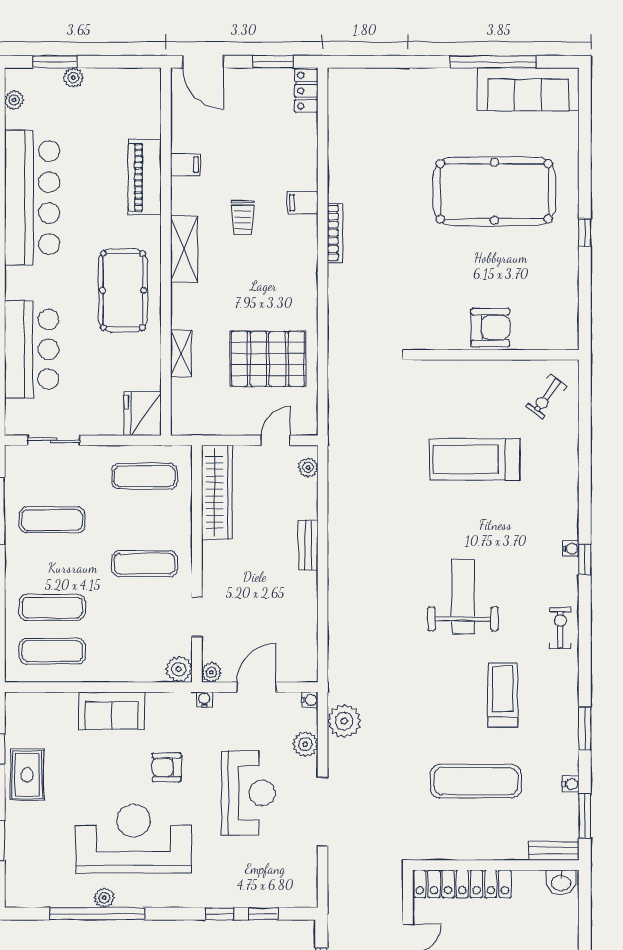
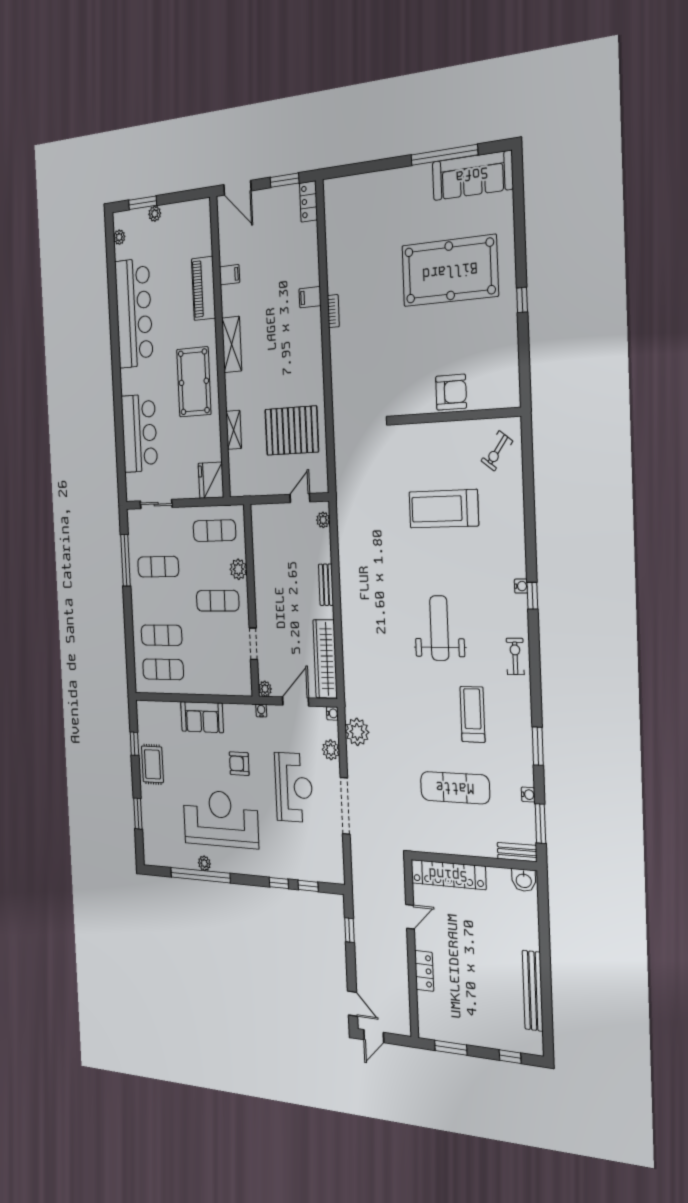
trolley: (243, 217) -> (269, 314), removed
bookcase: (335, 233) -> (333, 311), width x0.64
wardrobe: (217, 492) -> (325, 659), moved, turned 180
plant: (179, 669) -> (238, 569), moved

